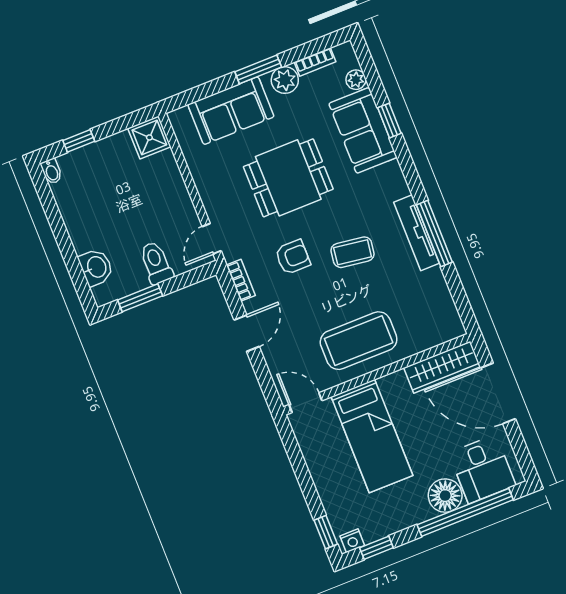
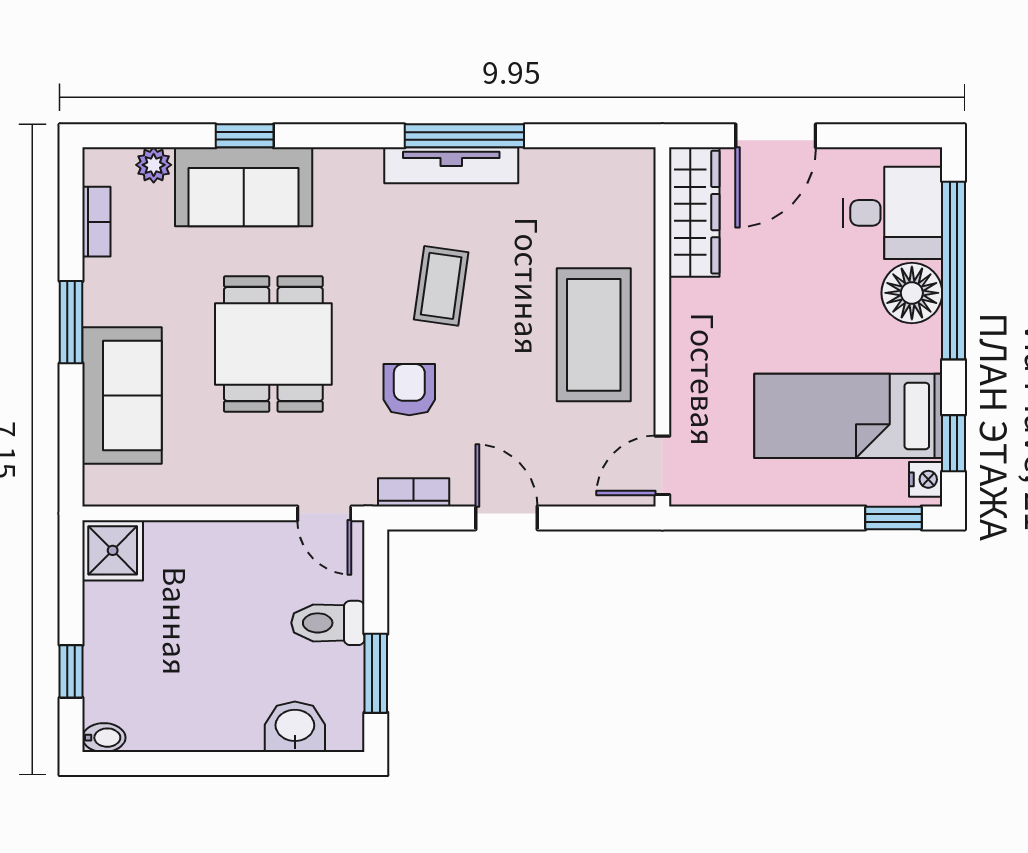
plant: (285, 80) -> (107, 285), removed
door: (498, 393) -> (776, 136), width x0.73
bed: (372, 436) -> (848, 416), moved, turned 180

